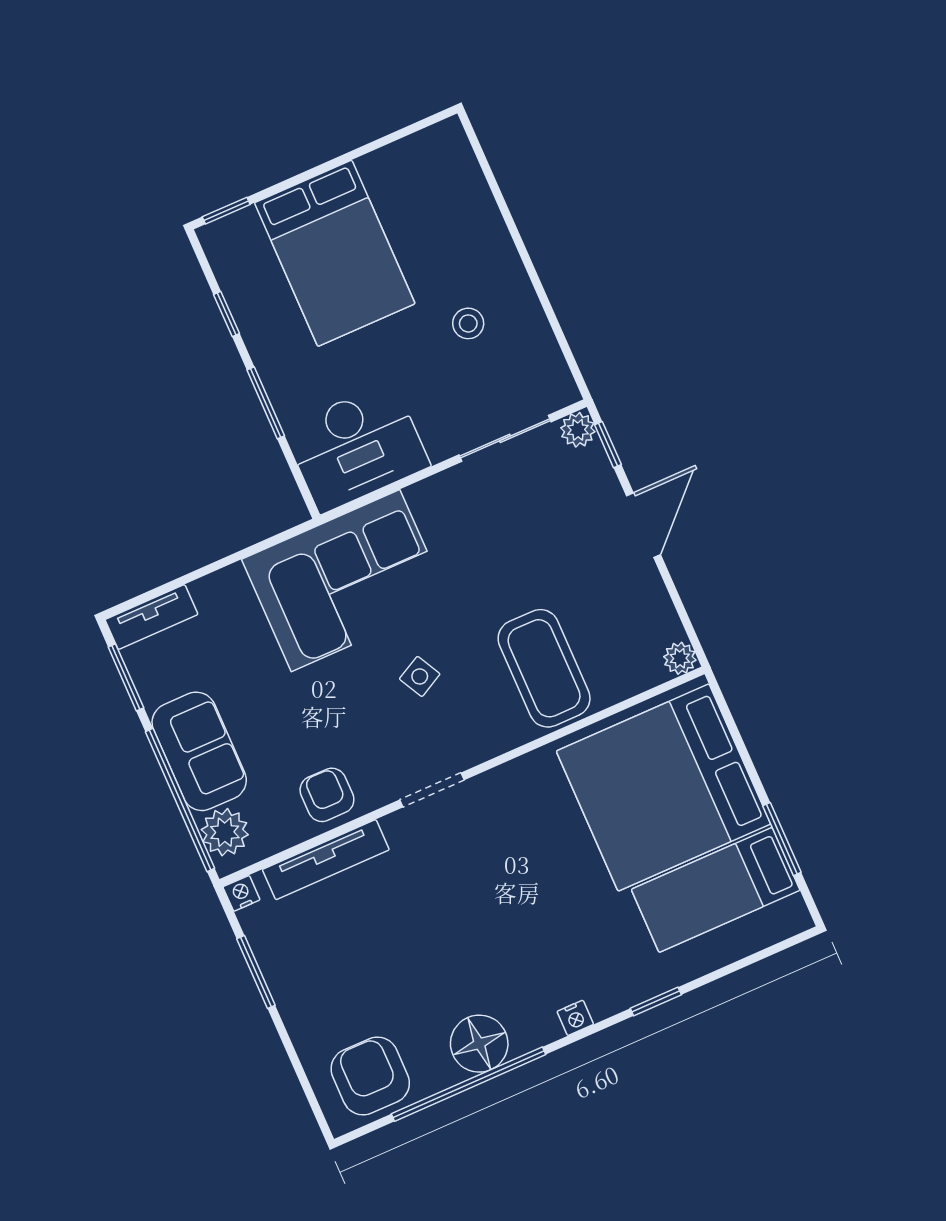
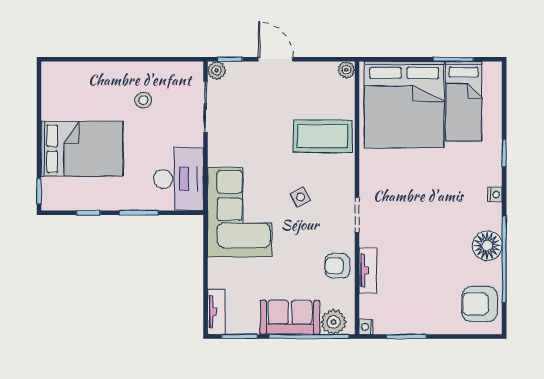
tv unit: (326, 860) -> (368, 270), width x0.71

